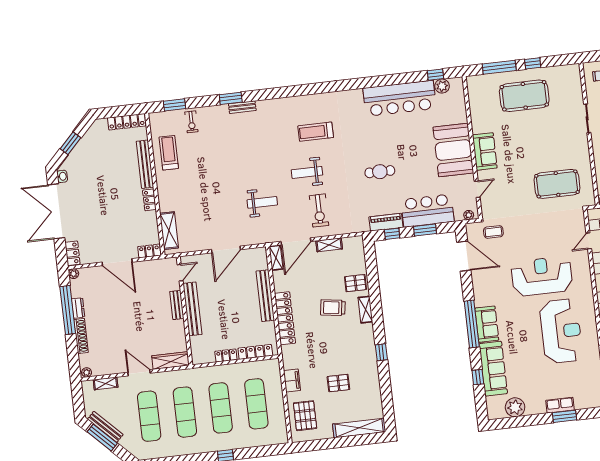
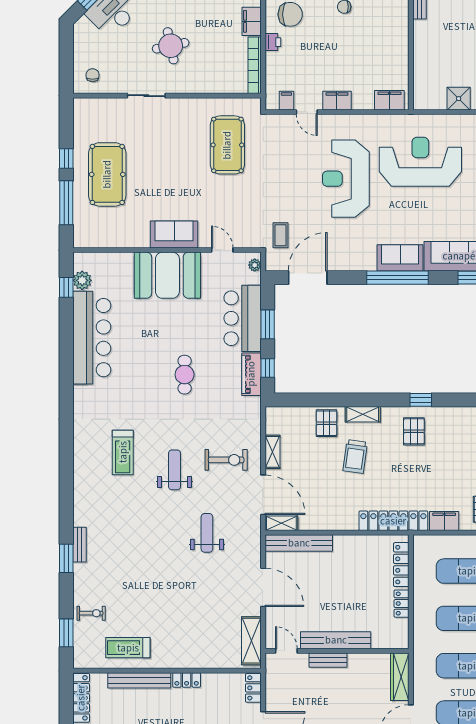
weight bench: (307, 172) -> (175, 470), turned 180
shelving: (169, 231) -> (251, 641), moved, turned 90
bench: (265, 296) -> (299, 543), moved
locker: (285, 318) -> (393, 521), moved
pallet: (338, 383) -> (414, 431), moved

